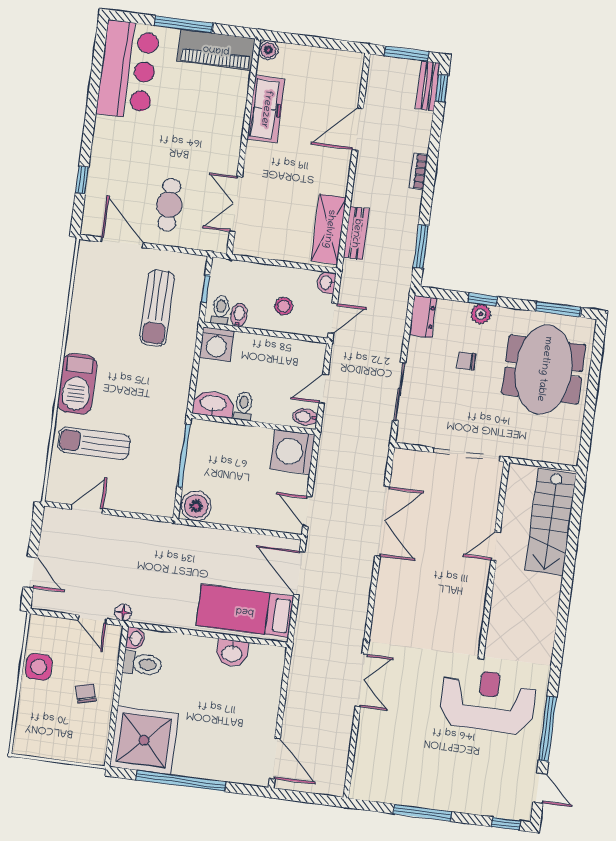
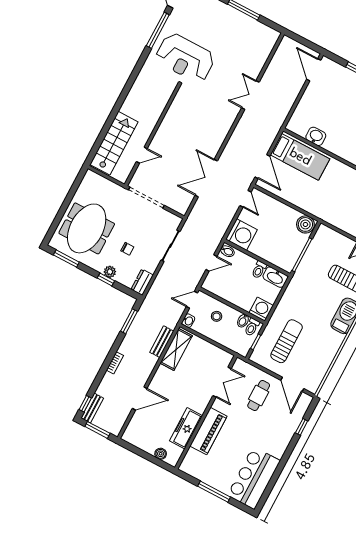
piano: (216, 50) -> (208, 431), moved, turned 90
boiler: (268, 50) -> (161, 454), moved
door: (496, 546) -> (142, 155), moved

